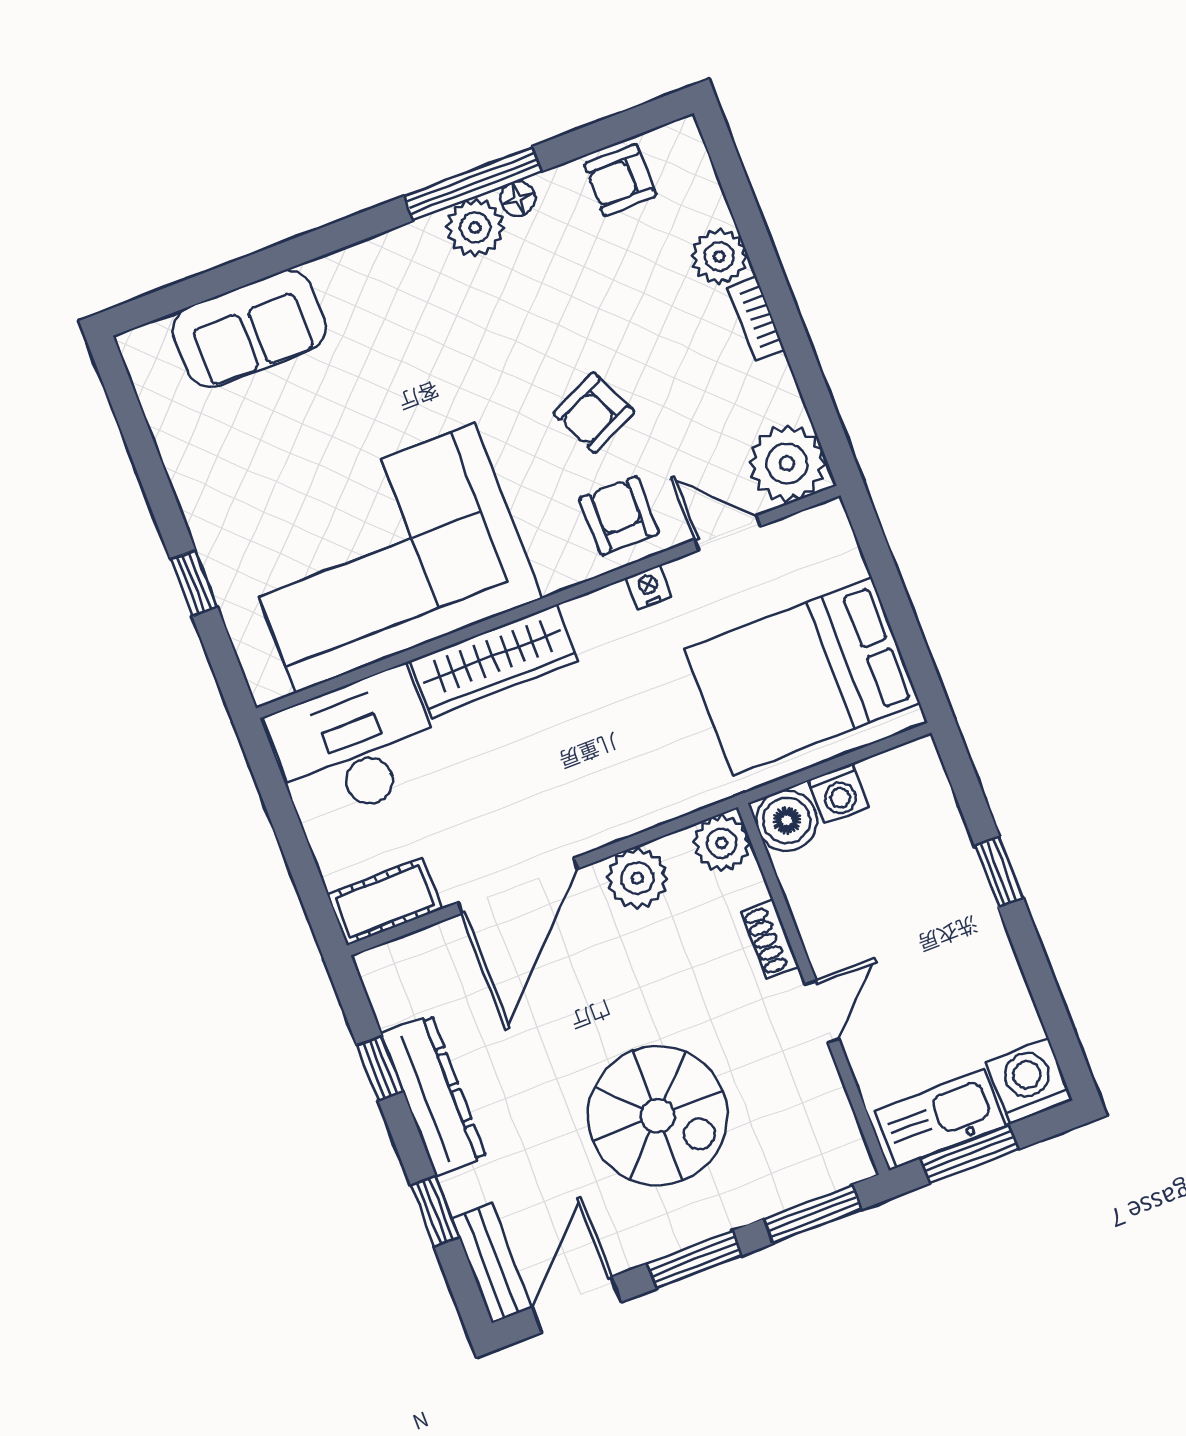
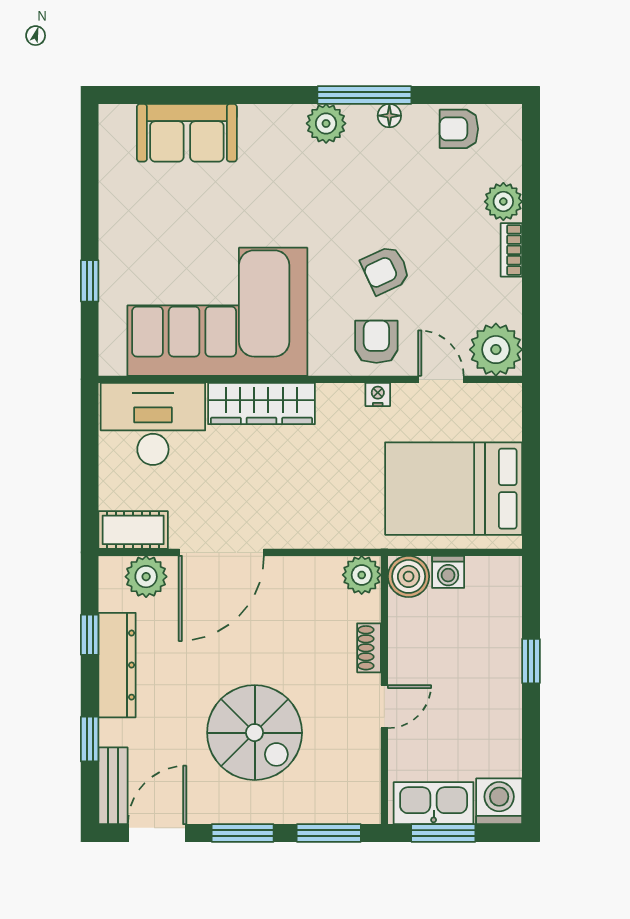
plant: (475, 227) -> (326, 123), moved
plant: (637, 878) -> (146, 577), moved

